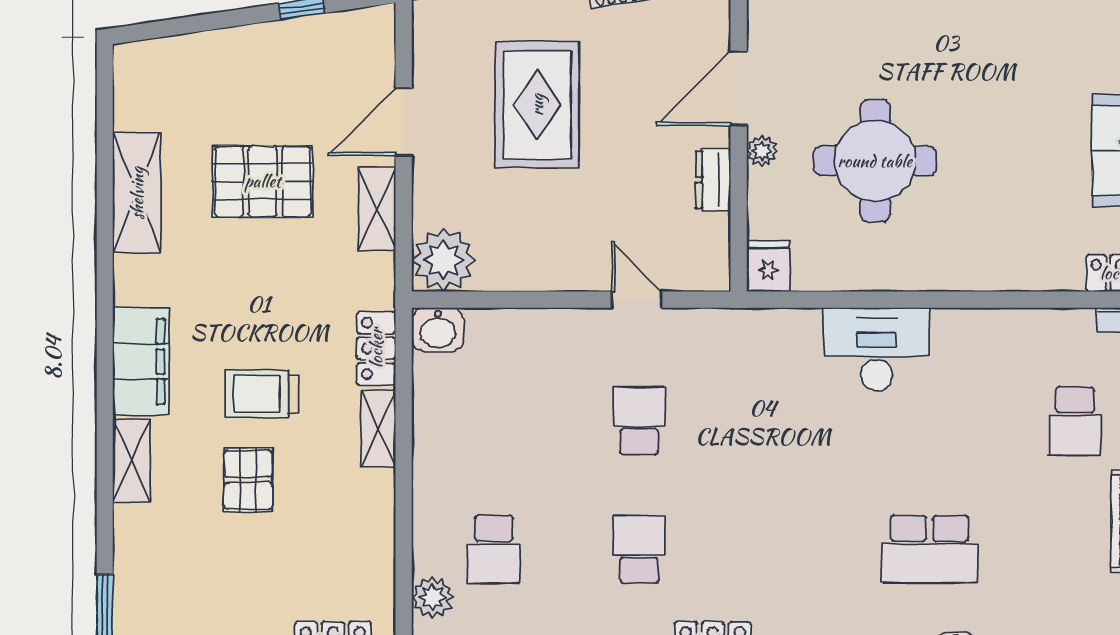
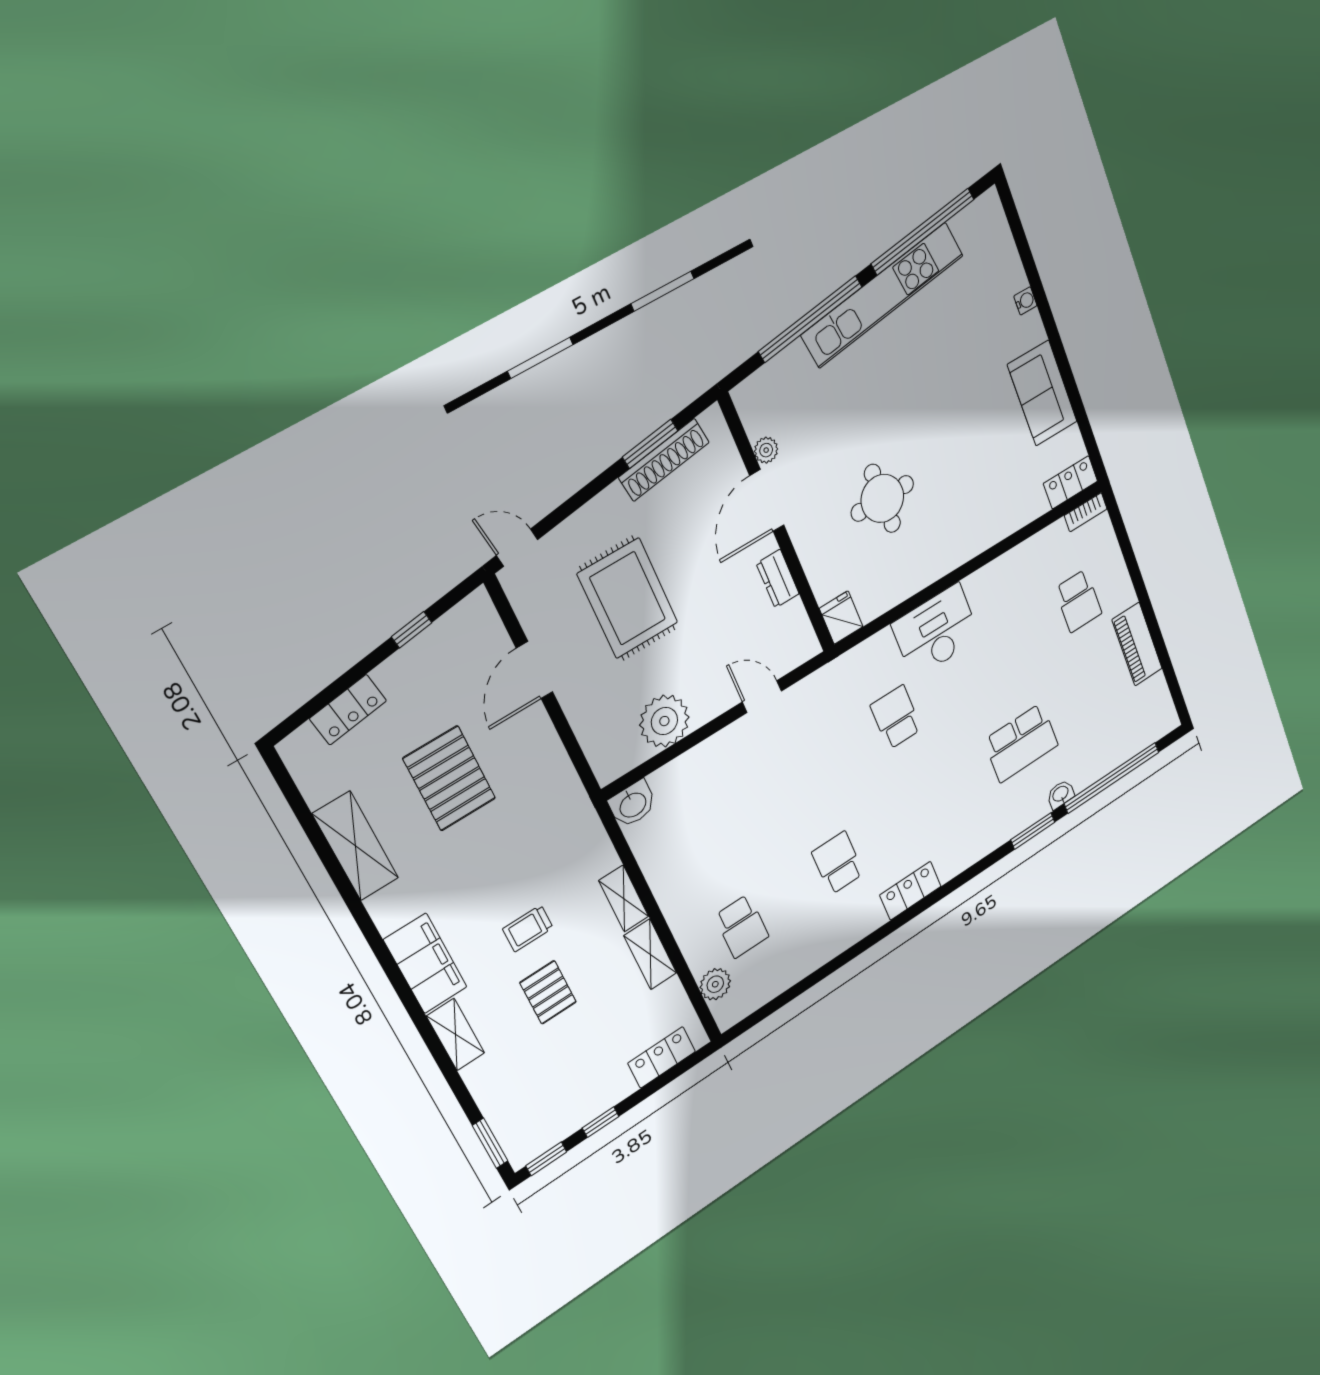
plant: (762, 151) -> (766, 450), moved
round table: (875, 161) -> (882, 498), width x0.73, depth x0.73
pallet: (263, 181) -> (449, 778), turned 90
shelving: (377, 209) -> (650, 954), moved
plant: (443, 260) -> (664, 721), moved
locker: (376, 348) -> (348, 710), moved, turned -98
trolley: (262, 394) -> (528, 928), width x0.73, depth x0.72
school desk: (639, 421) -> (896, 717), moved

